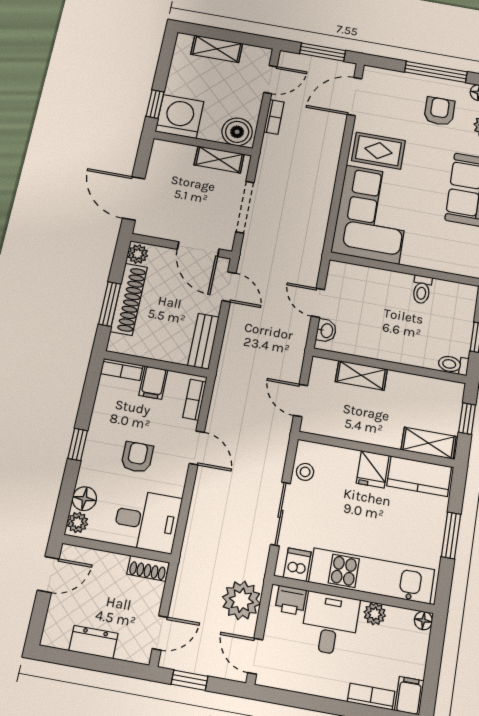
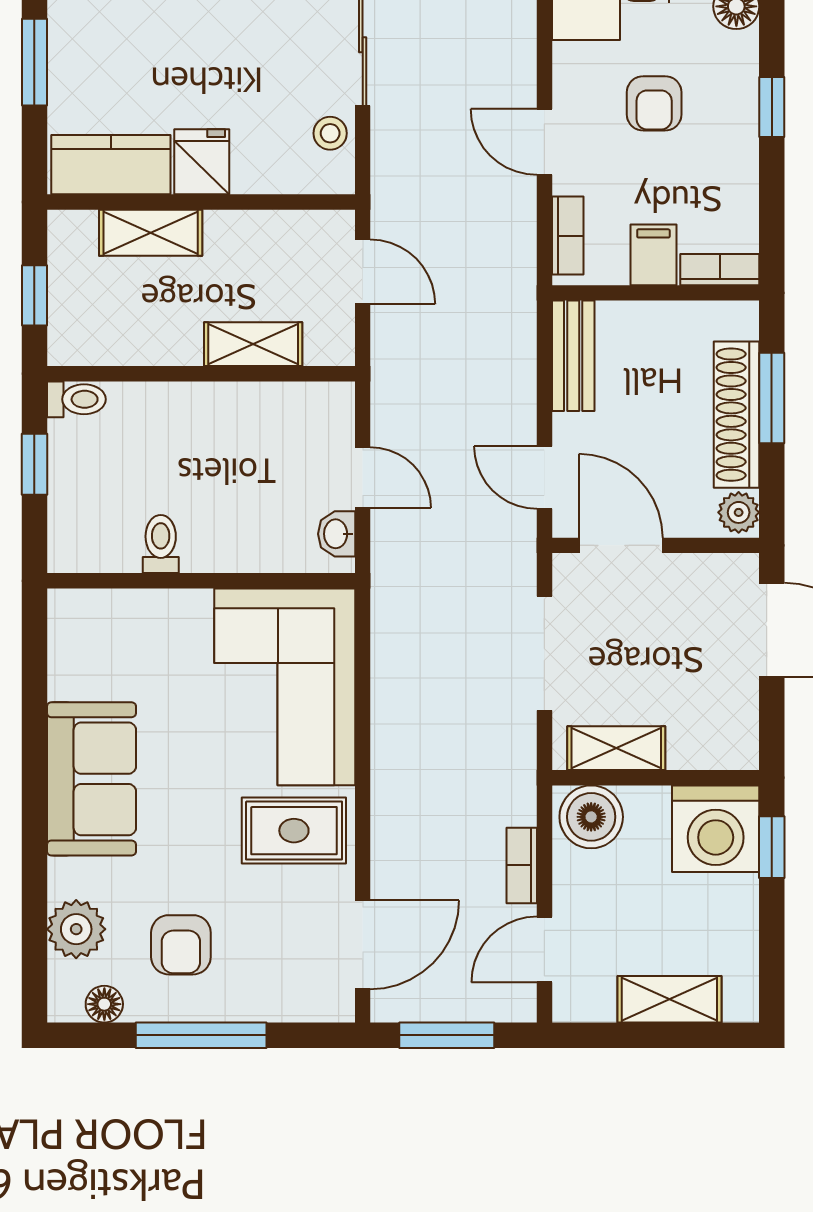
washbasin: (326, 331) -> (337, 534), moved
shelving: (429, 443) -> (151, 233), moved

